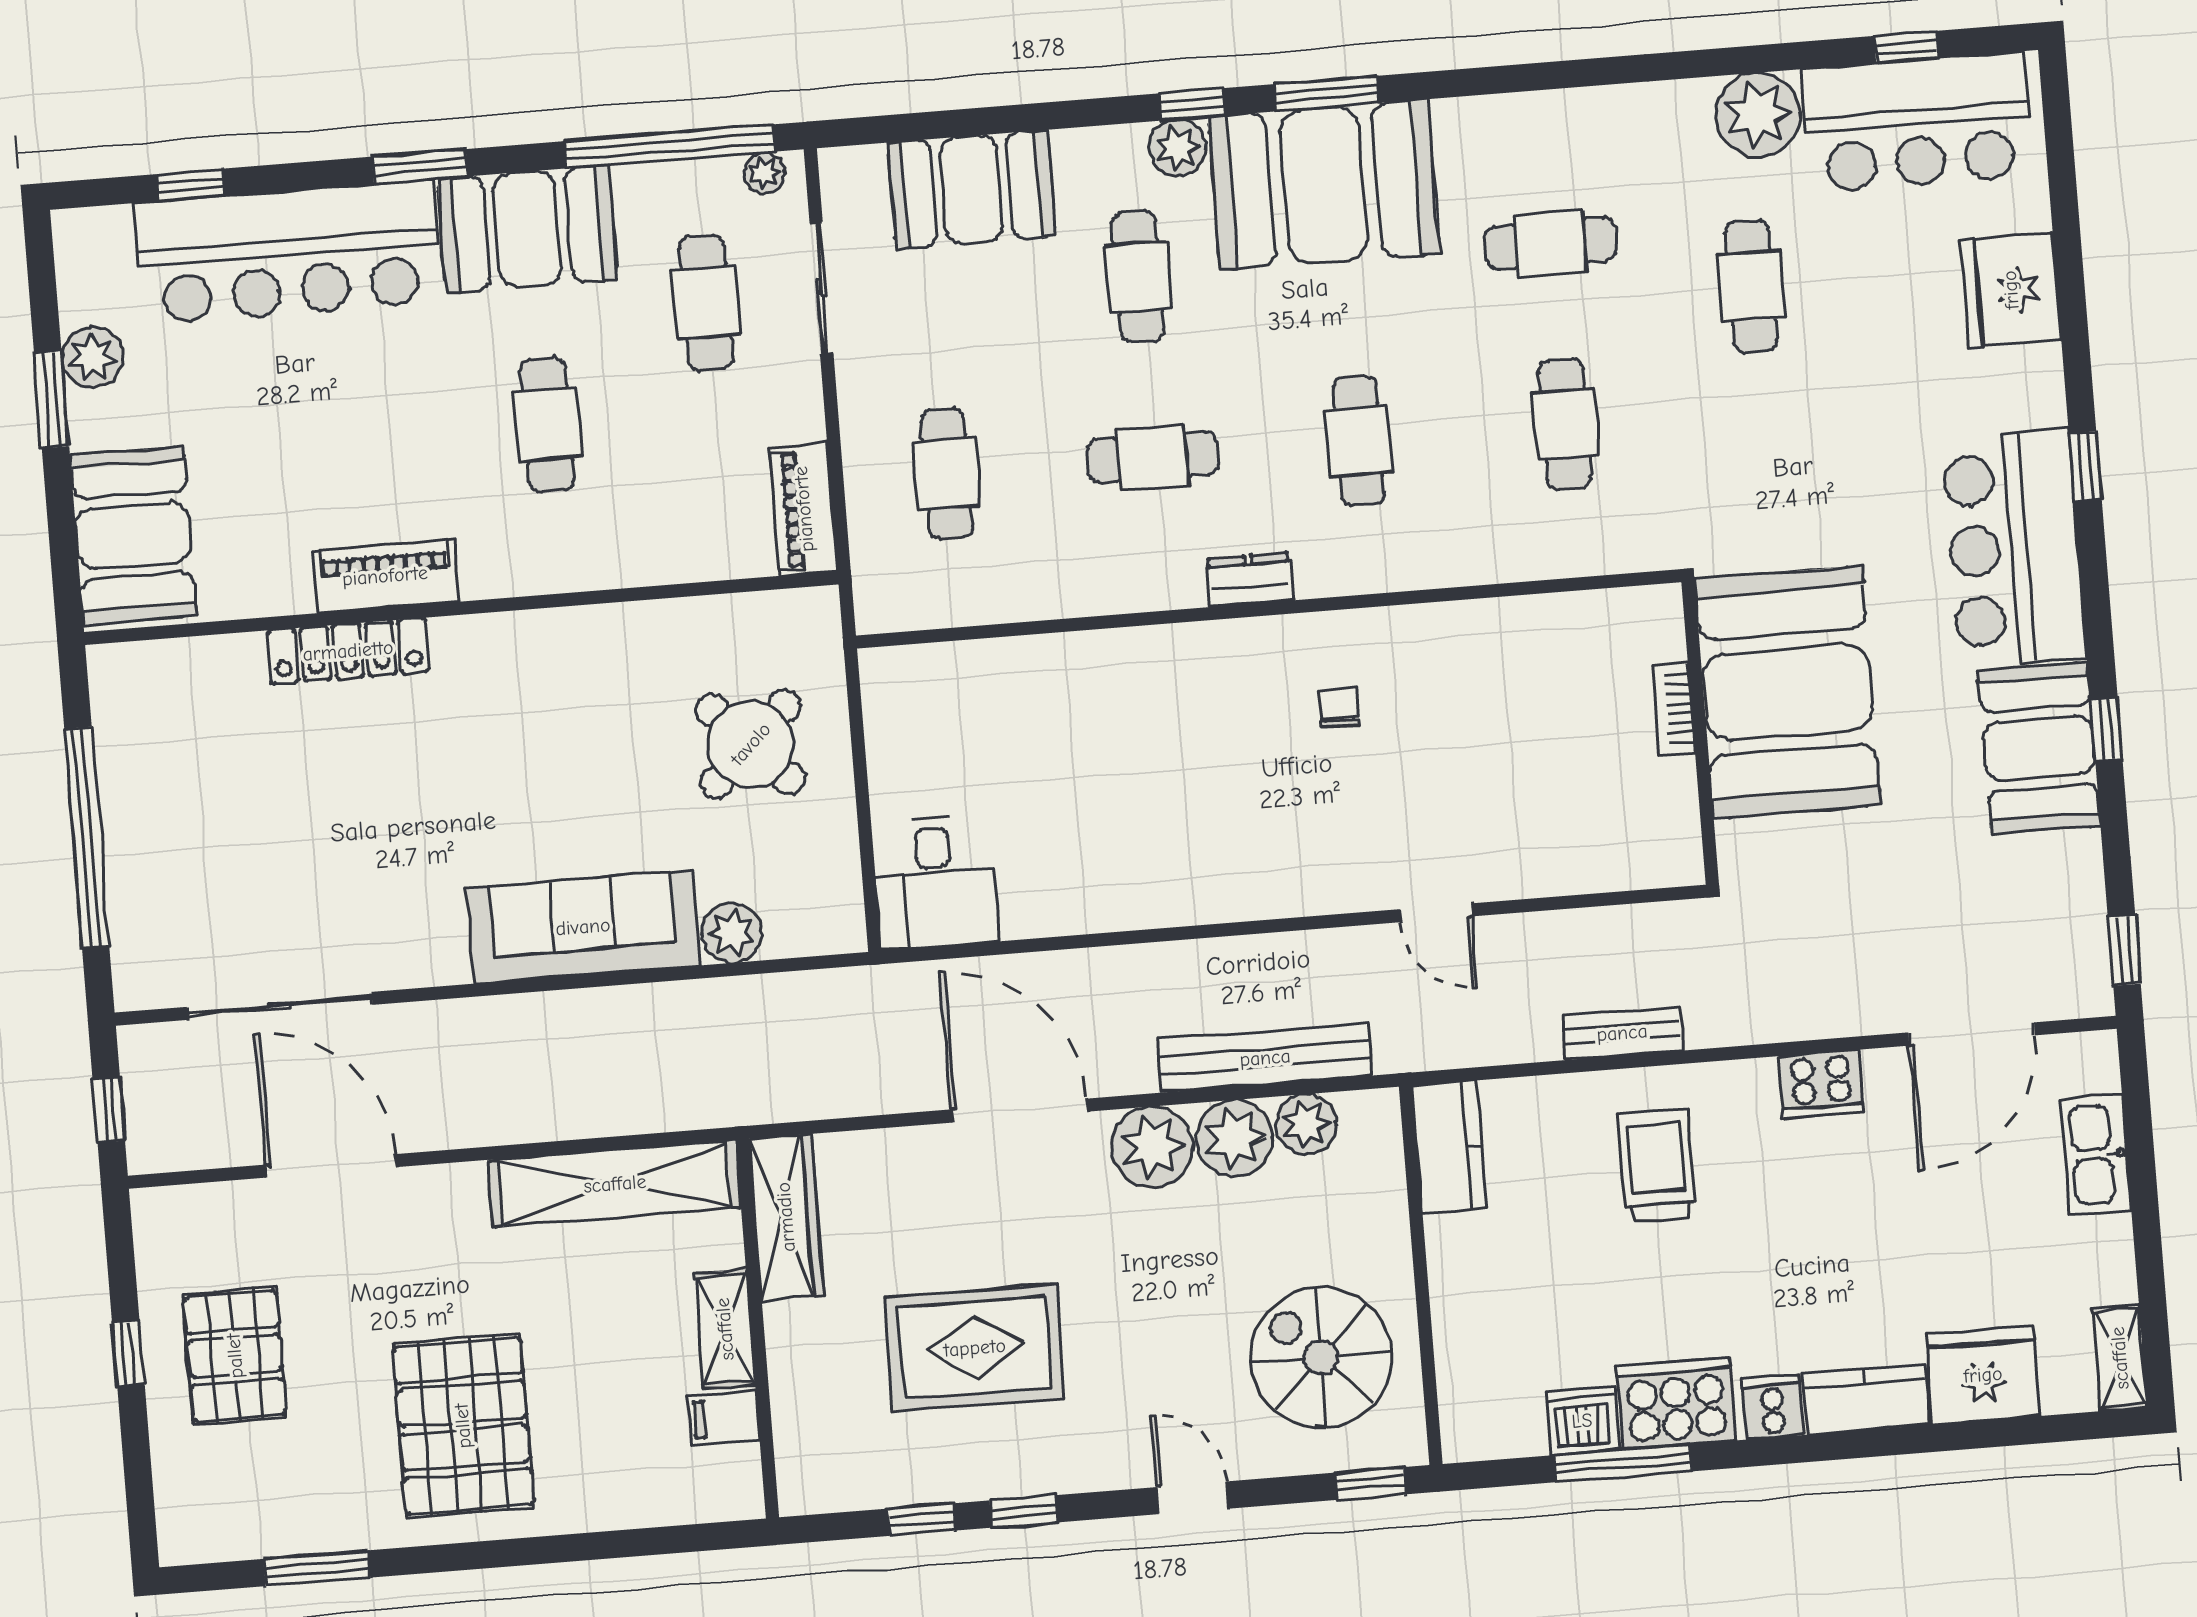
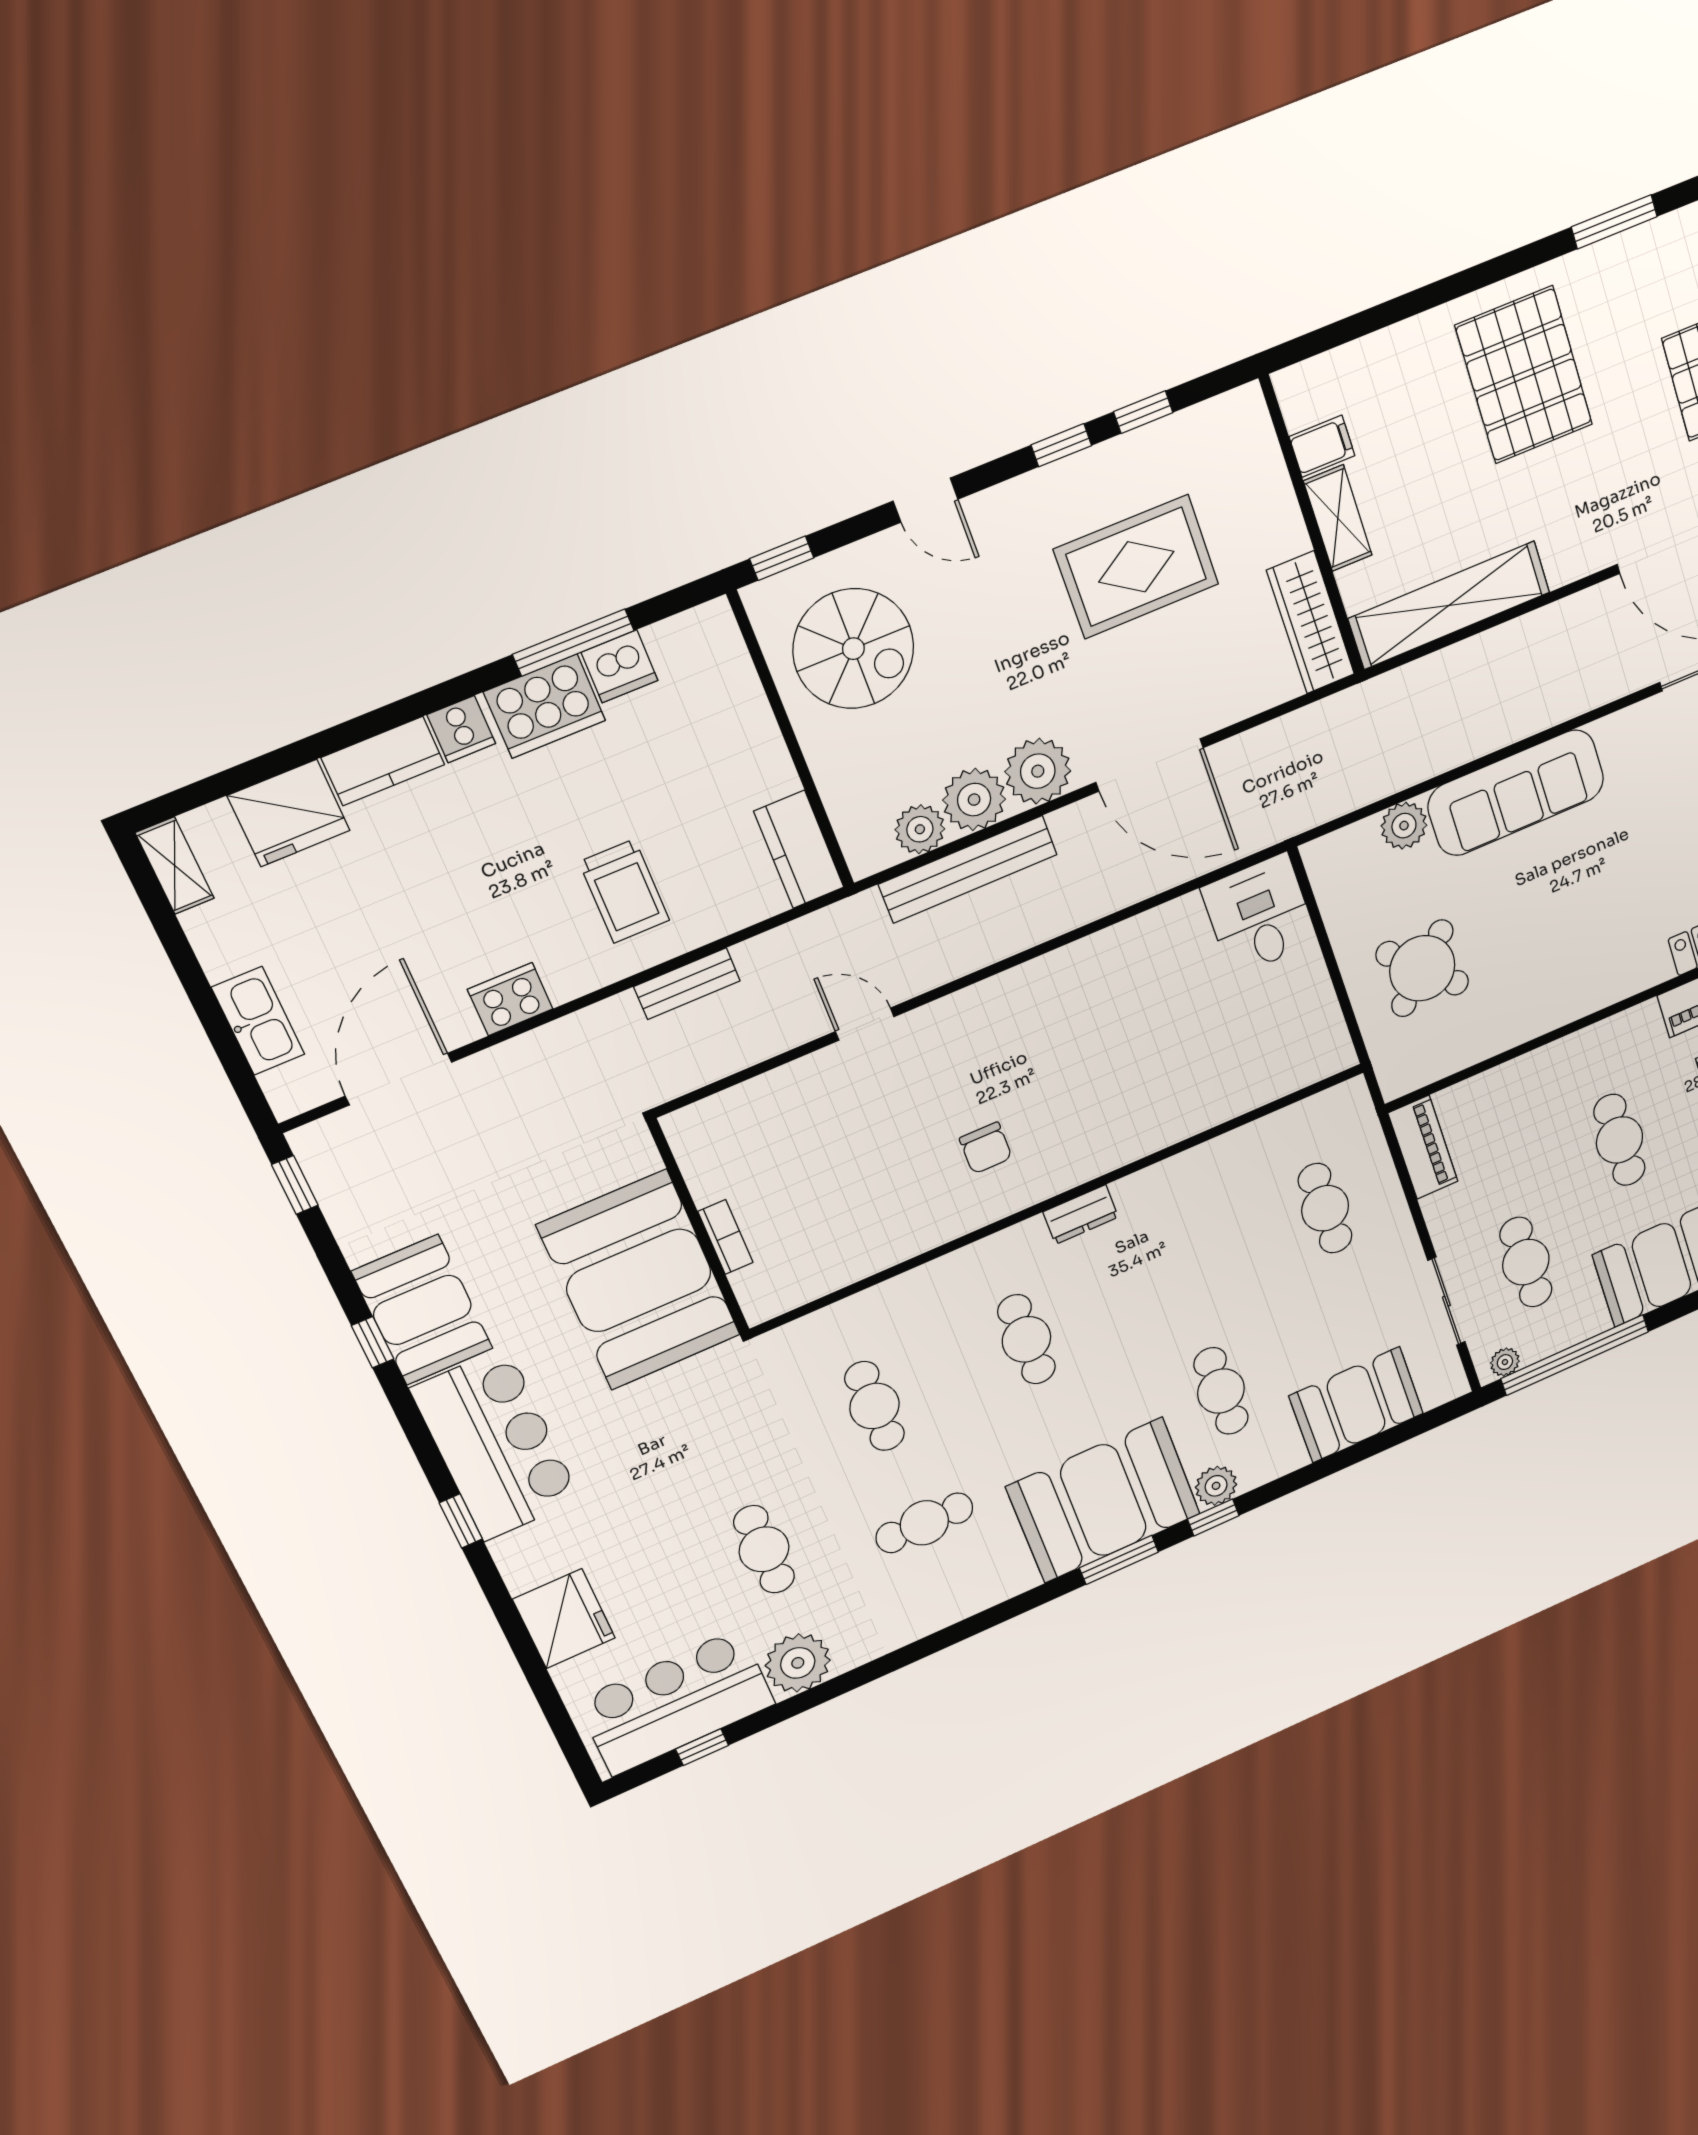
cafe table: (1153, 457) -> (1177, 1273), removed
chair: (1339, 707) -> (986, 1148), width x1.37, depth x1.37

